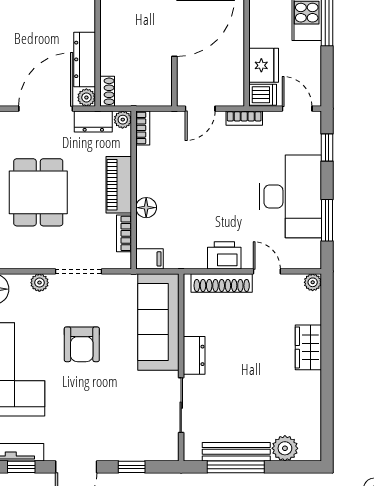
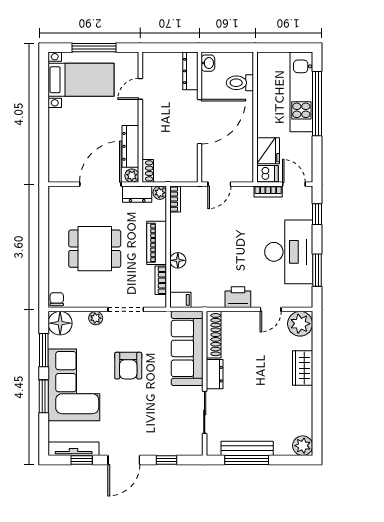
bookcase: (244, 118) -> (268, 192), moved
dining table: (38, 192) -> (95, 249), turned 90
door: (267, 271) -> (271, 309), swing flipped
plant: (313, 282) -> (300, 324), width x1.87, depth x1.87
shoe rack: (222, 283) -> (214, 335), moved, turned -90
plant: (285, 448) -> (303, 446), moved

